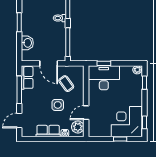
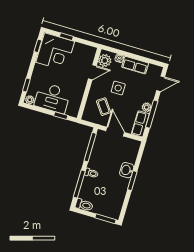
washbasin: (27, 43) -> (127, 170), moved
desk: (104, 78) -> (52, 98), moved
plant: (26, 95) -> (147, 107), added

